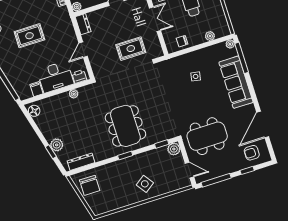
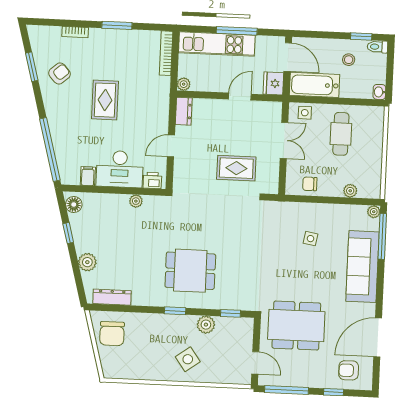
rug: (29, 36) -> (105, 100), turned 90
dining table: (125, 126) -> (190, 271), width x0.73
plant: (174, 149) -> (206, 325), moved
window: (51, 152) -> (68, 233), moved

